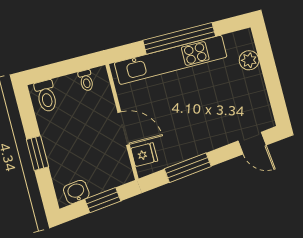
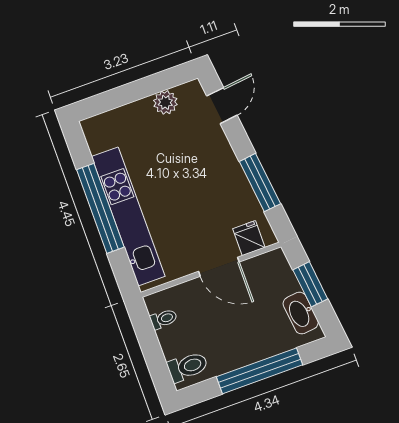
plant: (249, 60) -> (165, 102), moved
door: (124, 129) -> (219, 267), swing flipped
window: (37, 153) -> (260, 371), width x2.11
washbasin: (76, 192) -> (301, 313), width x1.38

